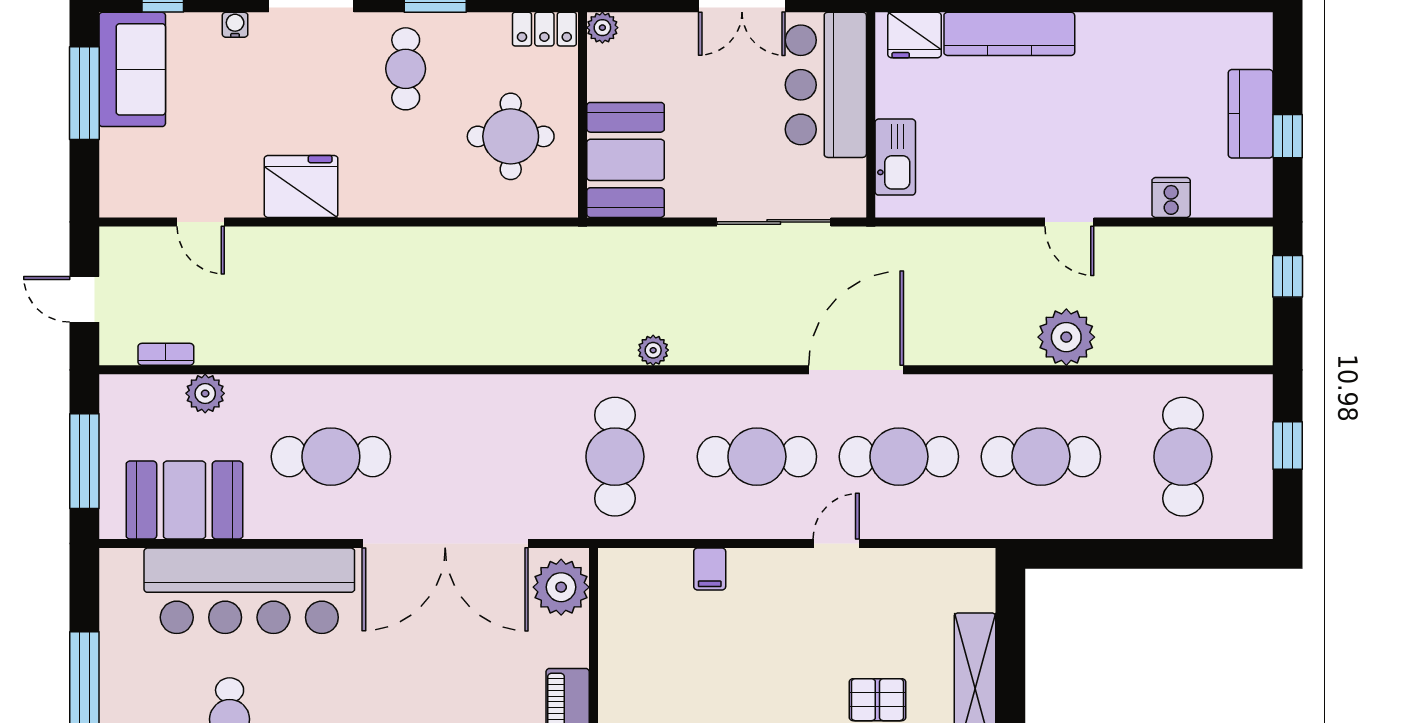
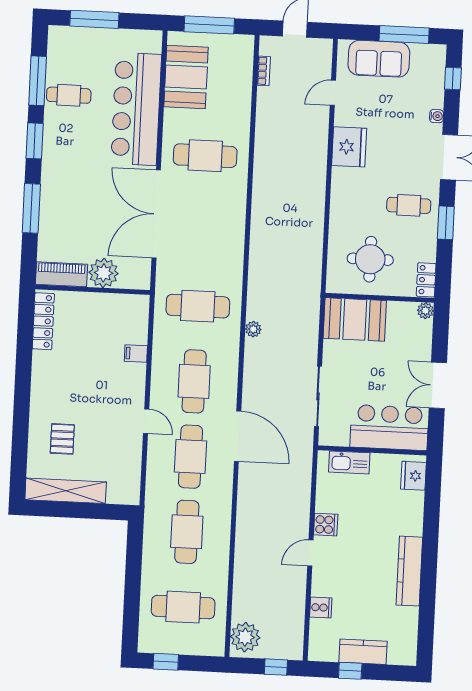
kitchen counter: (1009, 34) -> (409, 571), moved
sofa: (132, 69) -> (379, 59), moved
cooker: (1015, 196) -> (326, 525), added
plant: (1066, 337) -> (245, 637), moved
plant: (205, 393) -> (242, 91), removed
window: (1288, 446) -> (166, 662), moved
cafe table: (331, 457) -> (205, 156), turned 90
plant: (561, 587) -> (104, 273), moved

